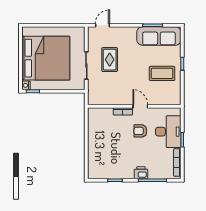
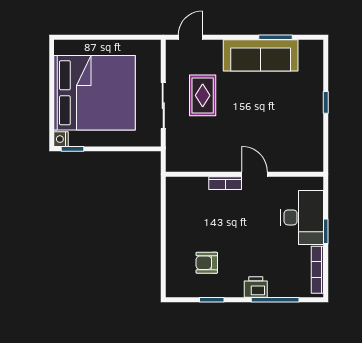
sofa: (159, 36) -> (261, 55), moved
coffee table: (162, 73) -> (292, 119), removed
armchair: (140, 131) -> (207, 263), moved

